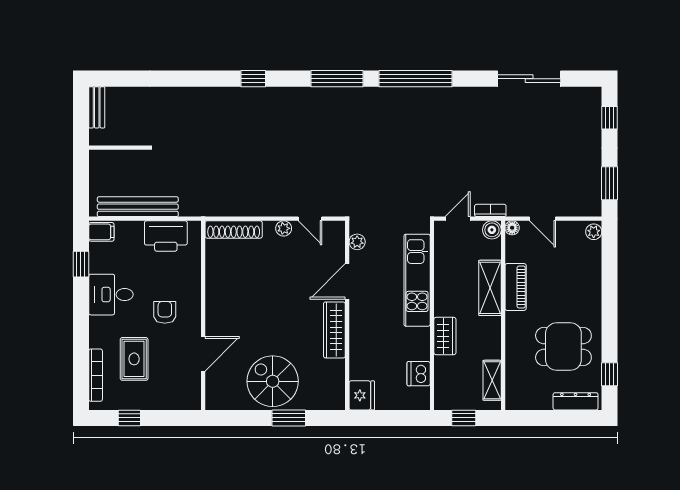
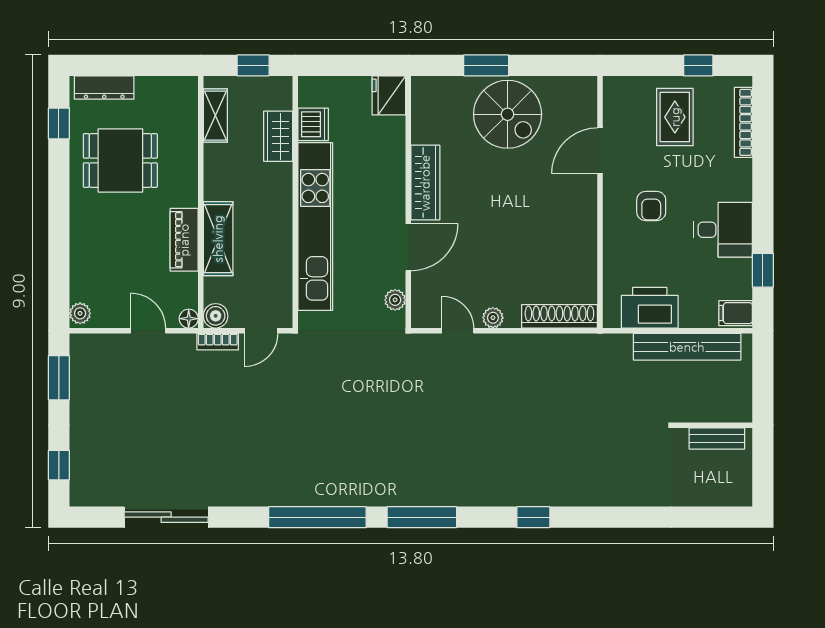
bench: (97, 107) -> (717, 438), moved, turned 90
kitchen unit: (417, 280) -> (315, 226), width x1.36
wardrobe: (445, 336) -> (278, 136), moved
rug: (134, 359) -> (675, 117), moved

